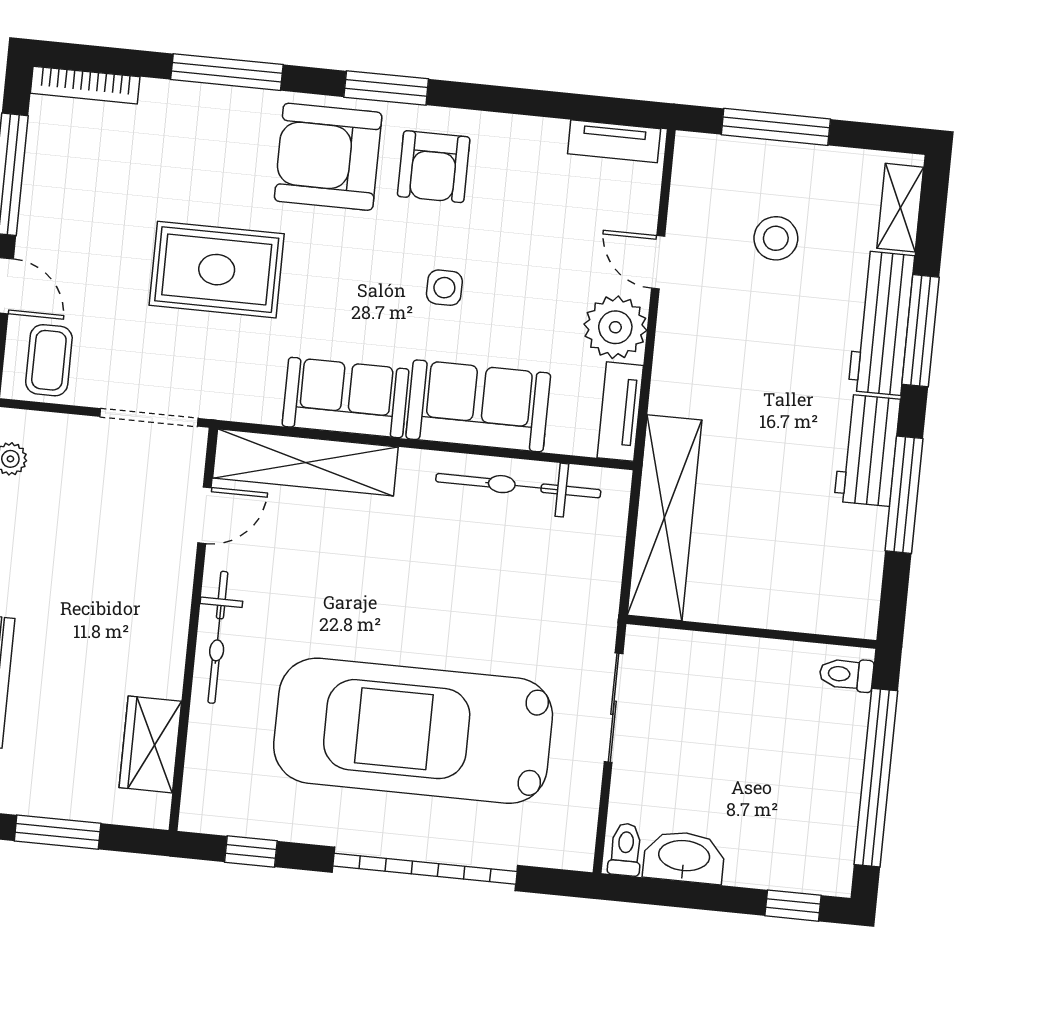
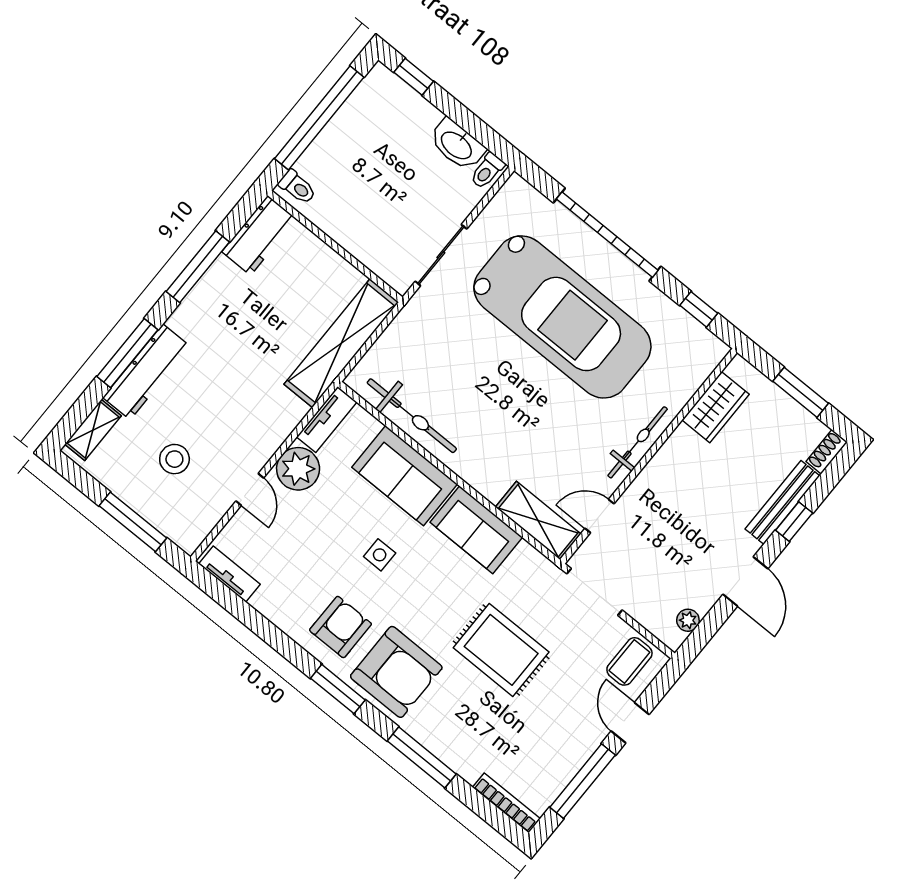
workbench: (867, 450) -> (259, 235), moved
shelving: (305, 462) -> (538, 521), width x0.68

